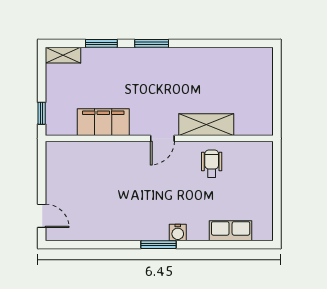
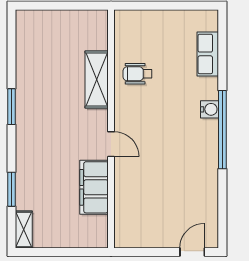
window: (152, 43) -> (11, 107), moved
window: (42, 113) -> (85, 252), removed
door: (162, 138) -> (111, 144), moved
window: (158, 245) -> (222, 130), width x2.11

